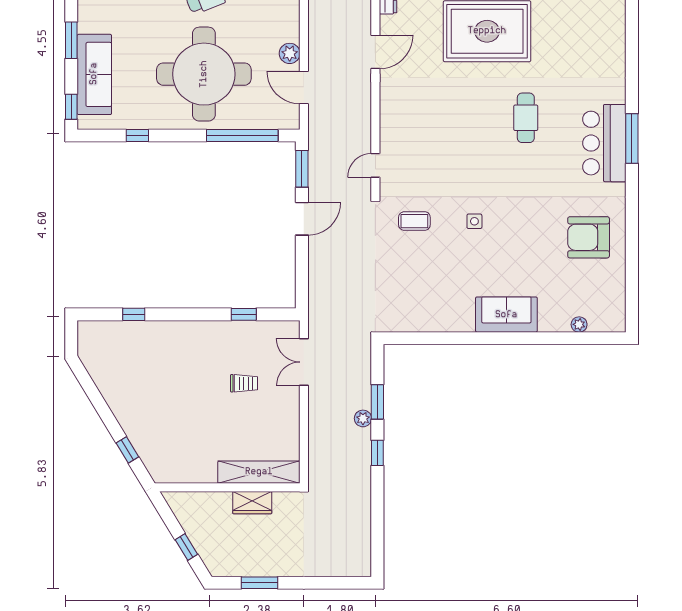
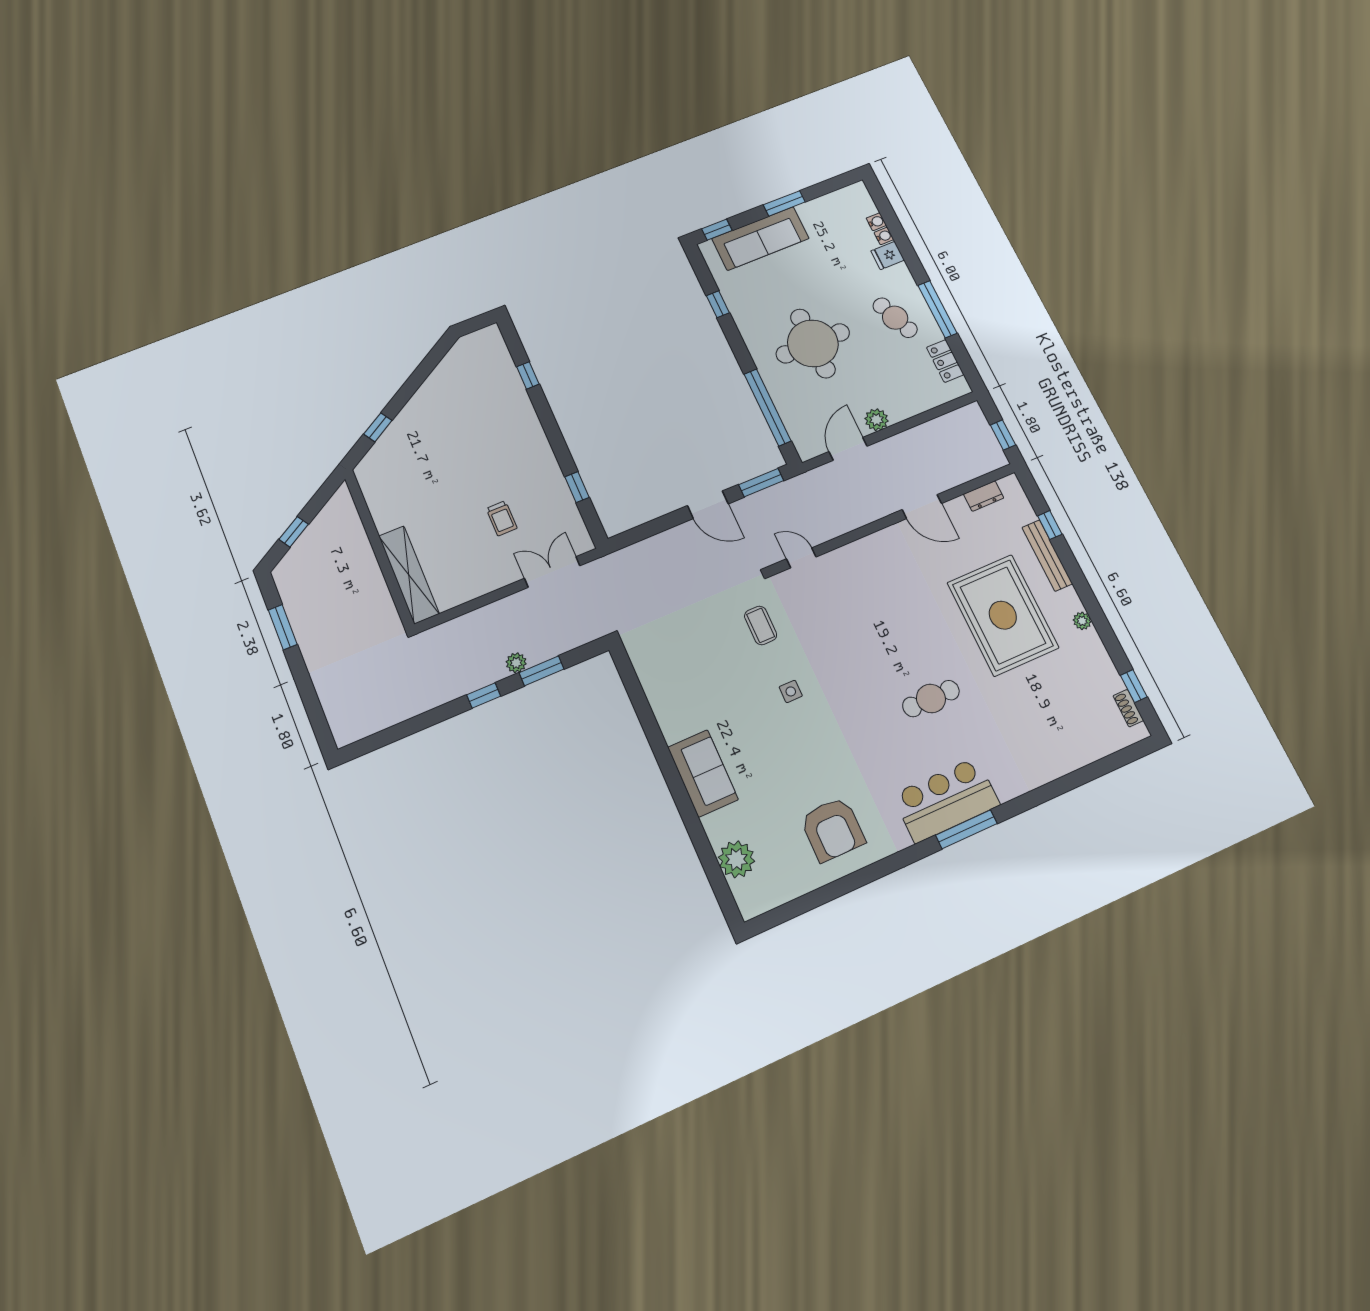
round table: (204, 74) -> (813, 343), width x0.73, depth x0.73
armchair: (589, 237) -> (833, 829), turned 180
plant: (579, 324) -> (736, 859), width x1.88, depth x1.88
wardrobe: (252, 503) -> (372, 582), removed

